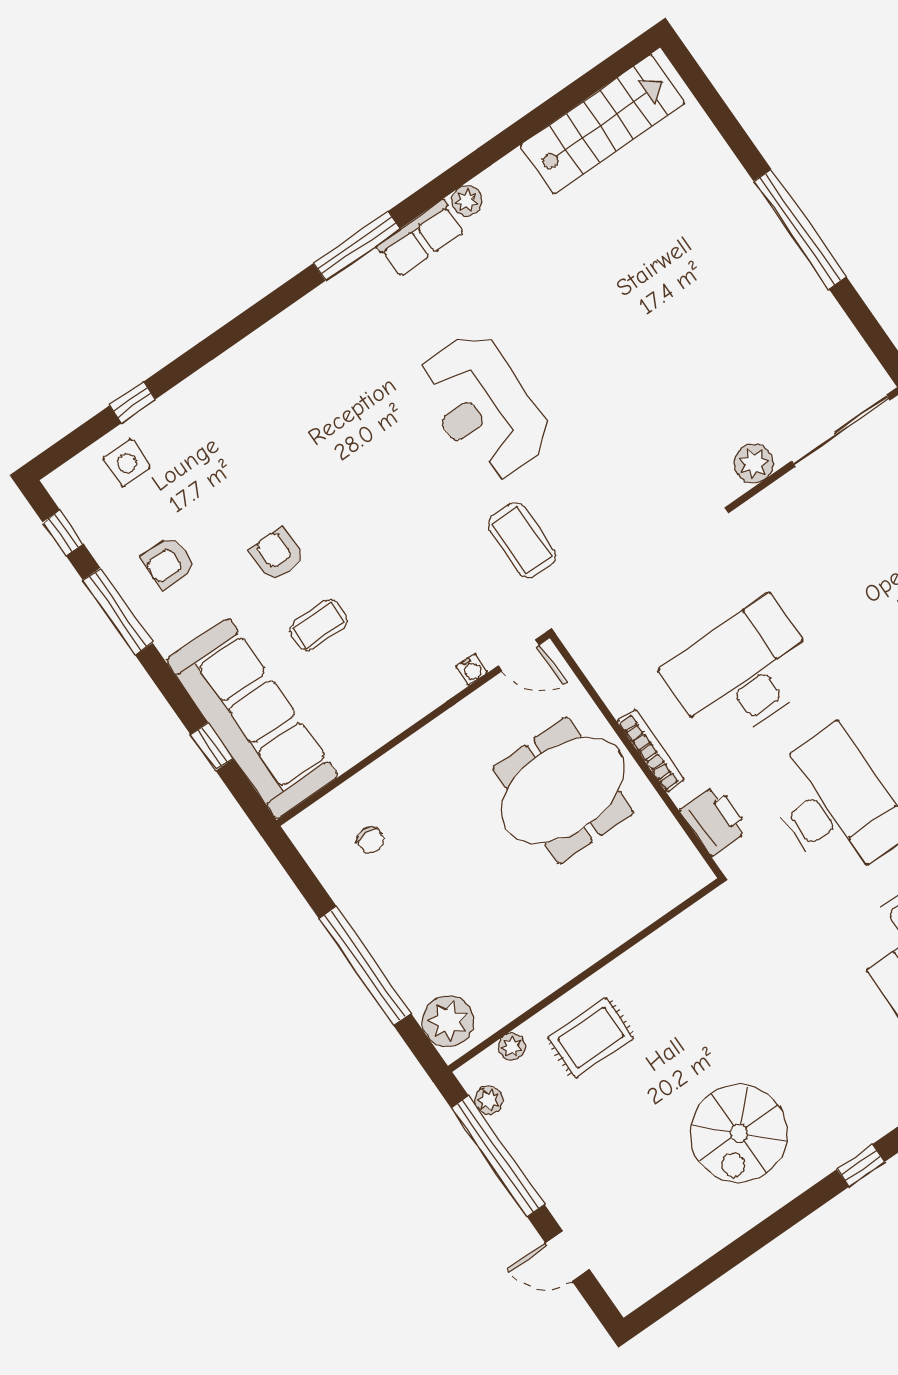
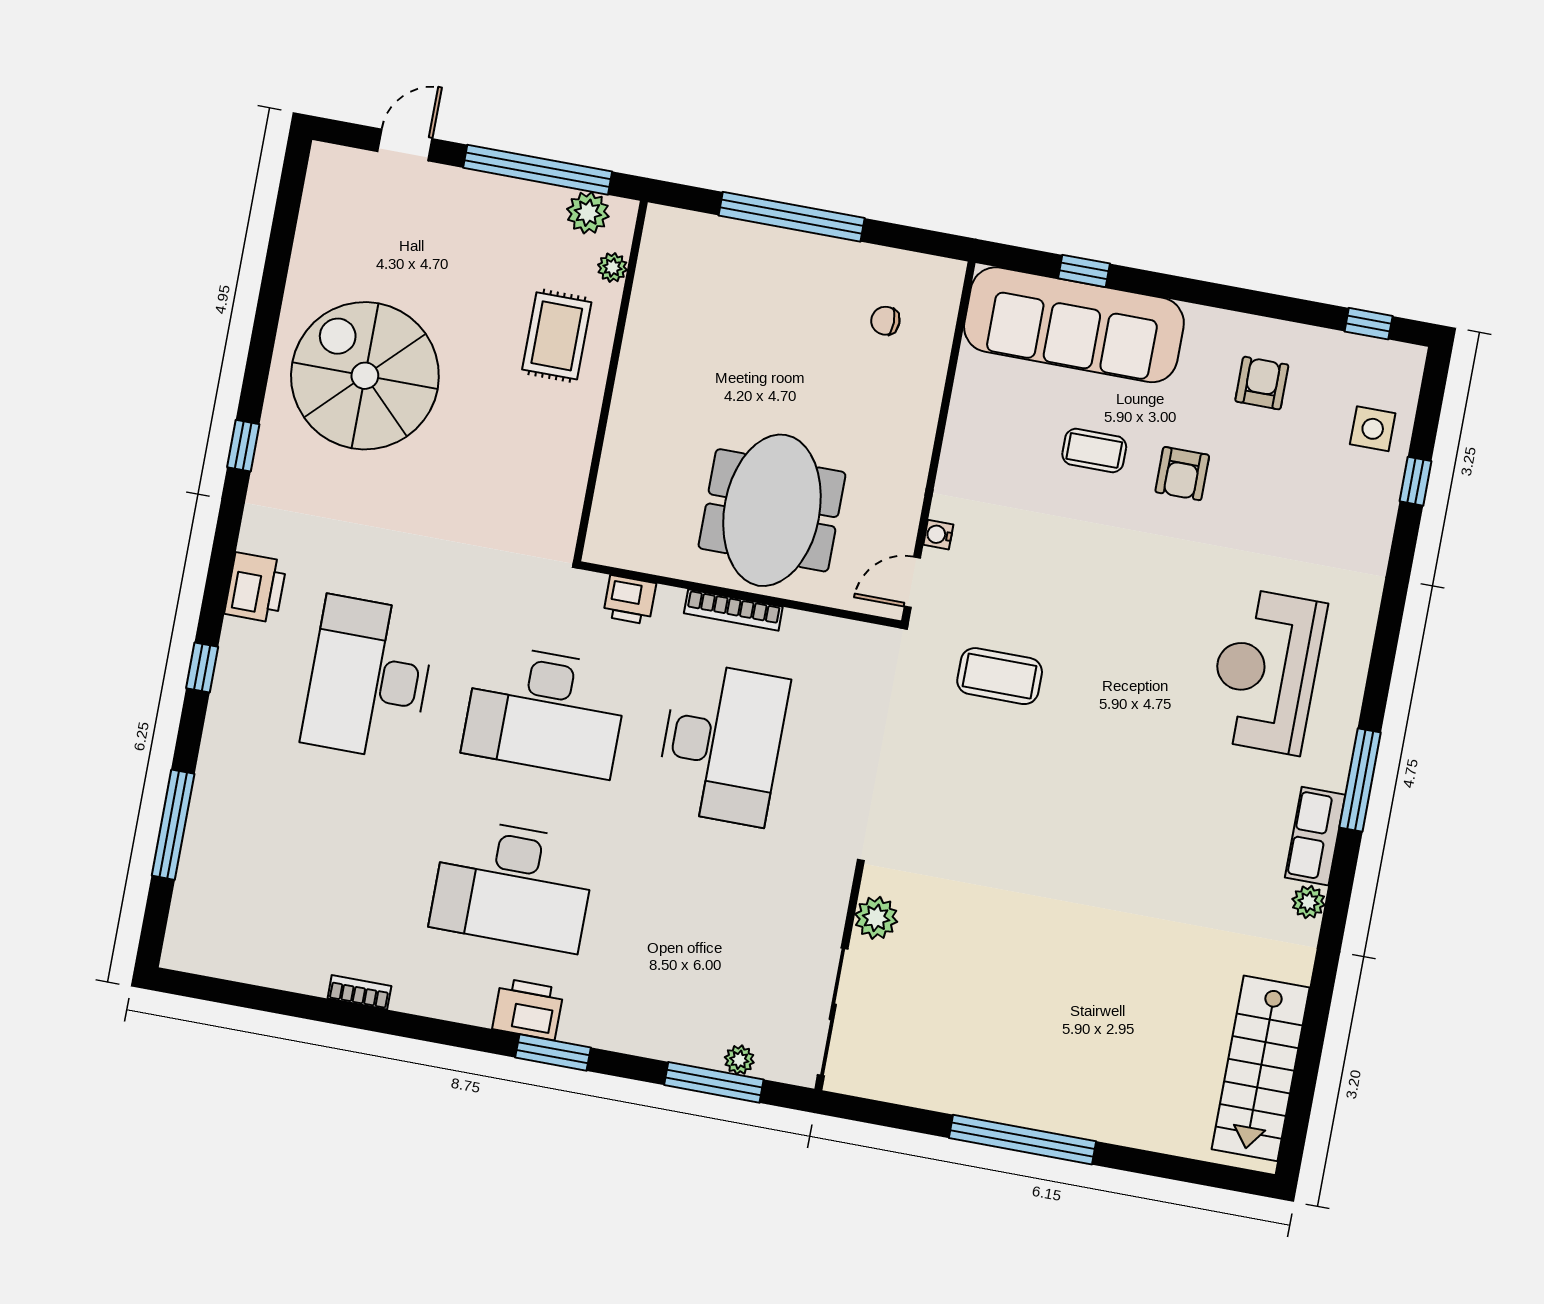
reception desk: (483, 407) -> (1266, 671), moved, turned -90
armchair: (277, 555) -> (1182, 474), turned 90
window: (118, 611) -> (1264, 304), removed
coffee table: (319, 625) -> (1094, 451), turned 90
printer: (714, 820) -> (630, 600), width x0.73, depth x0.81
plant: (448, 1021) -> (683, 238), removed
plant: (489, 1100) -> (588, 213), width x1.38, depth x1.38
spiral stairs: (739, 1133) -> (365, 376), width x1.37, depth x1.37

